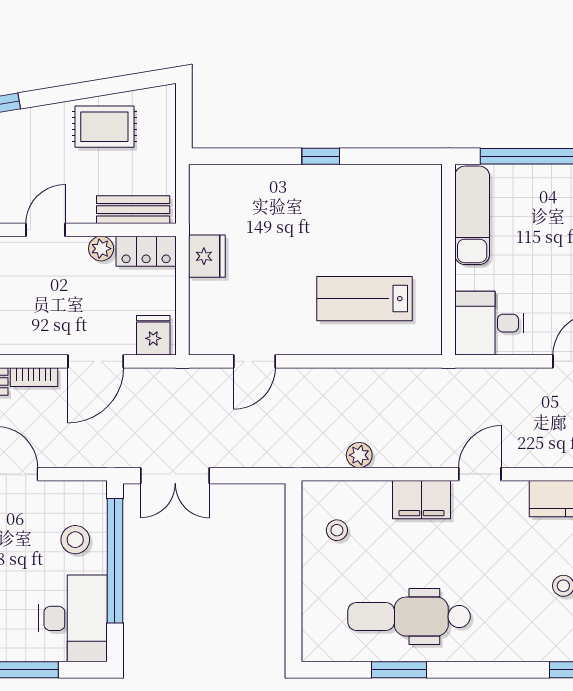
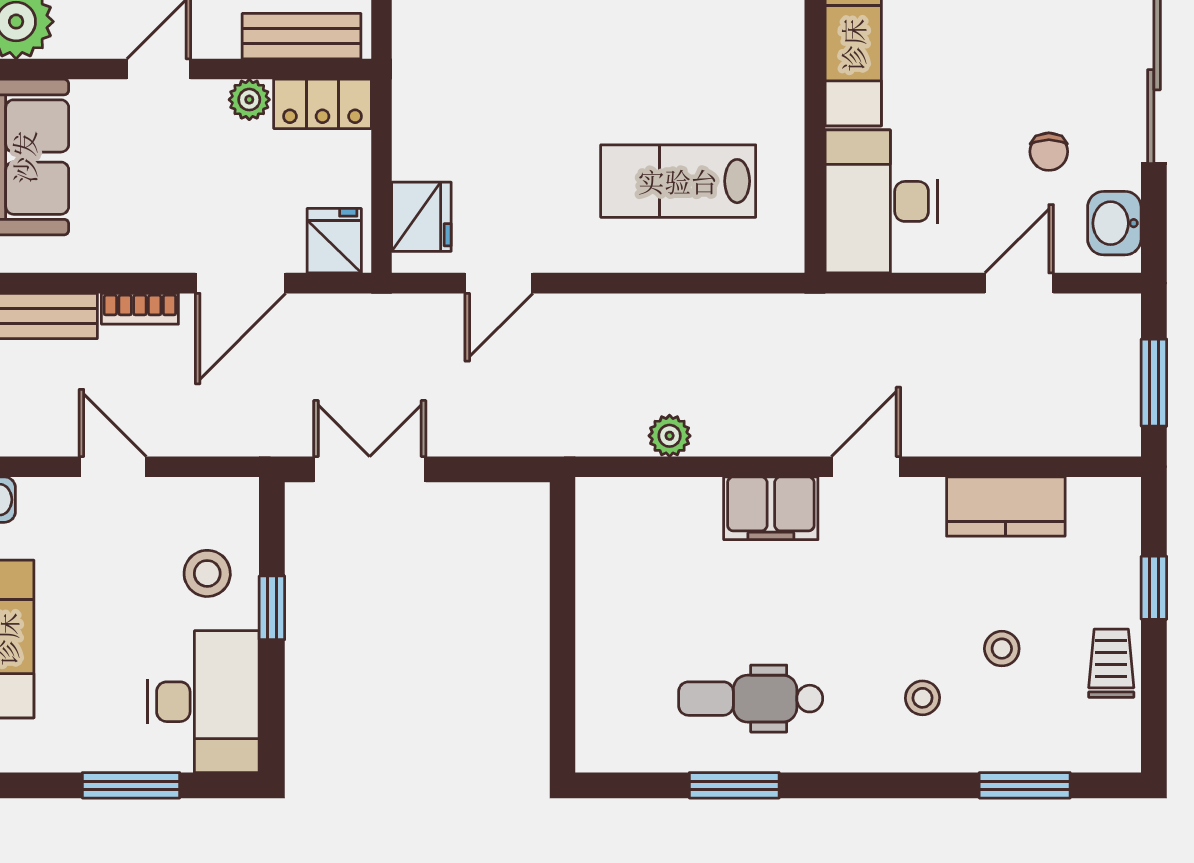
fridge: (207, 256) -> (421, 217), moved
desk: (489, 323) -> (881, 201), width x1.37
double door: (175, 476) -> (370, 469), swing flipped
stool: (337, 530) -> (922, 698), moved
window: (115, 561) -> (272, 608), width x0.32
dental chair: (409, 617) -> (751, 699), width x0.73, depth x0.72

